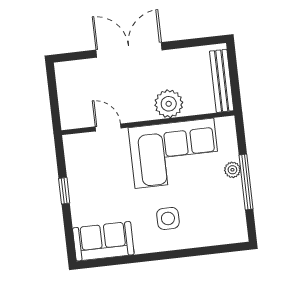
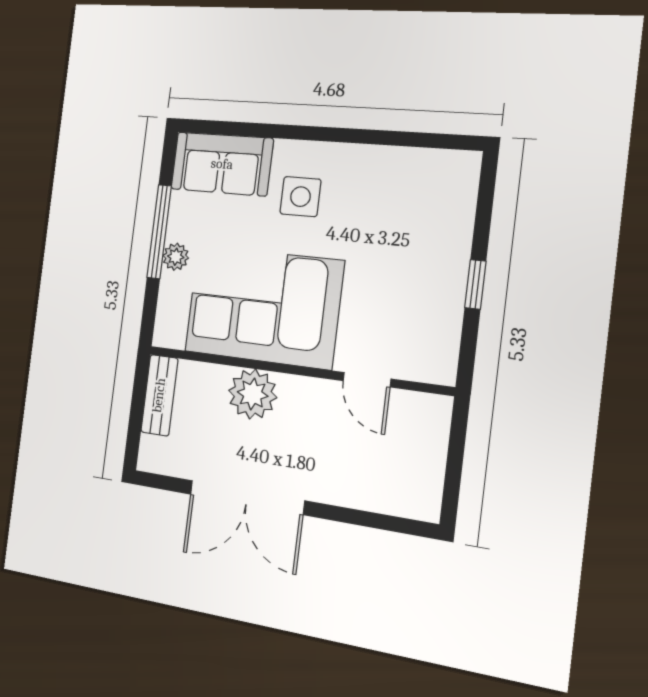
double door: (129, 50) -> (247, 497), moved
bench: (222, 81) -> (159, 395), width x0.73
sofa: (103, 241) -> (222, 164), moved

